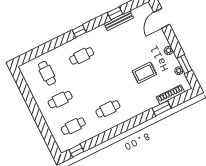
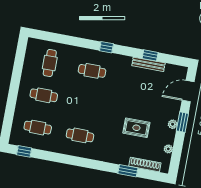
window: (185, 64) -> (182, 122), moved

